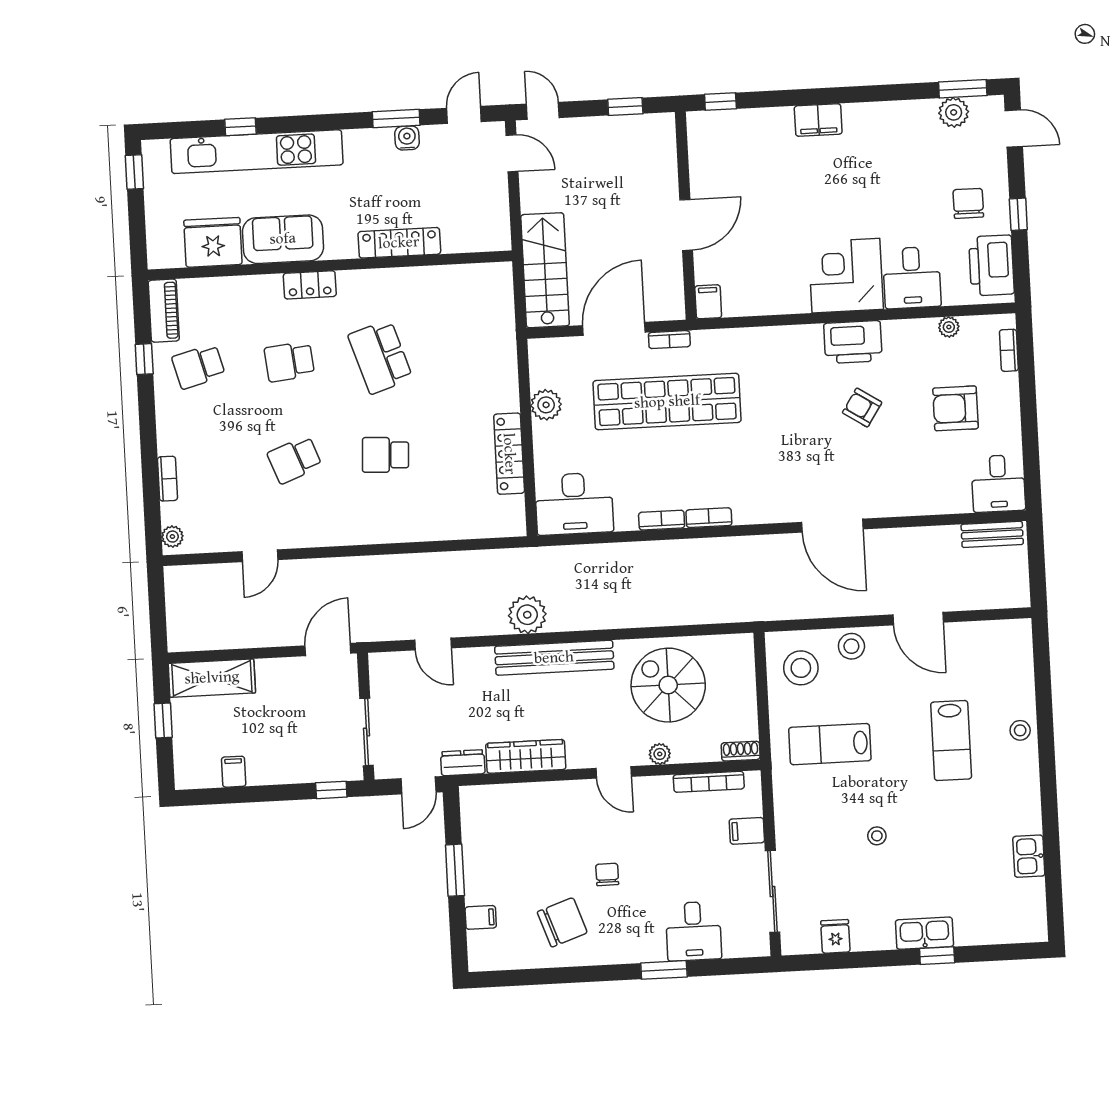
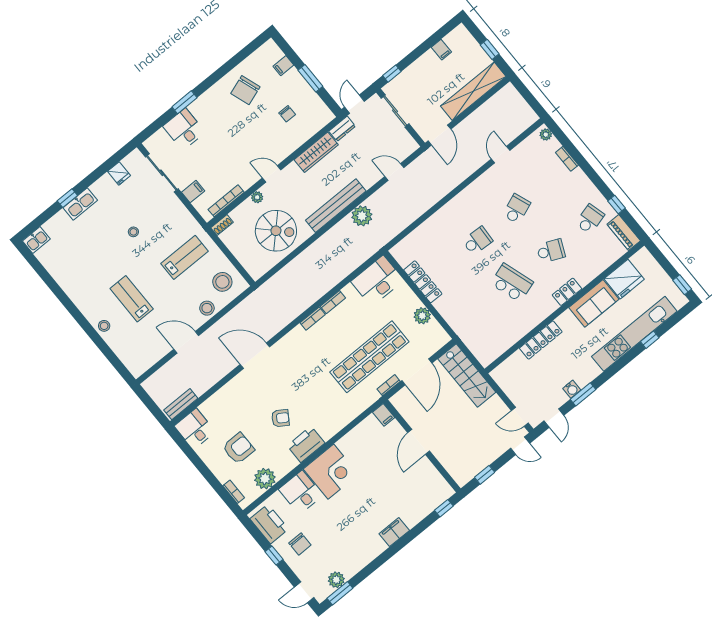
plant: (949, 327) -> (265, 479), width x1.88, depth x1.88
school desk: (289, 362) -> (551, 251), turned 30
shelving: (212, 678) -> (473, 91), width x1.47
kitchen sink: (1029, 856) -> (36, 240), moved, turned 90
chair: (607, 874) -> (287, 114), moved

